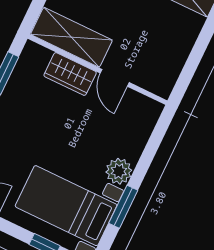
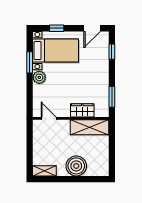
door: (115, 78) -> (49, 118), moved

